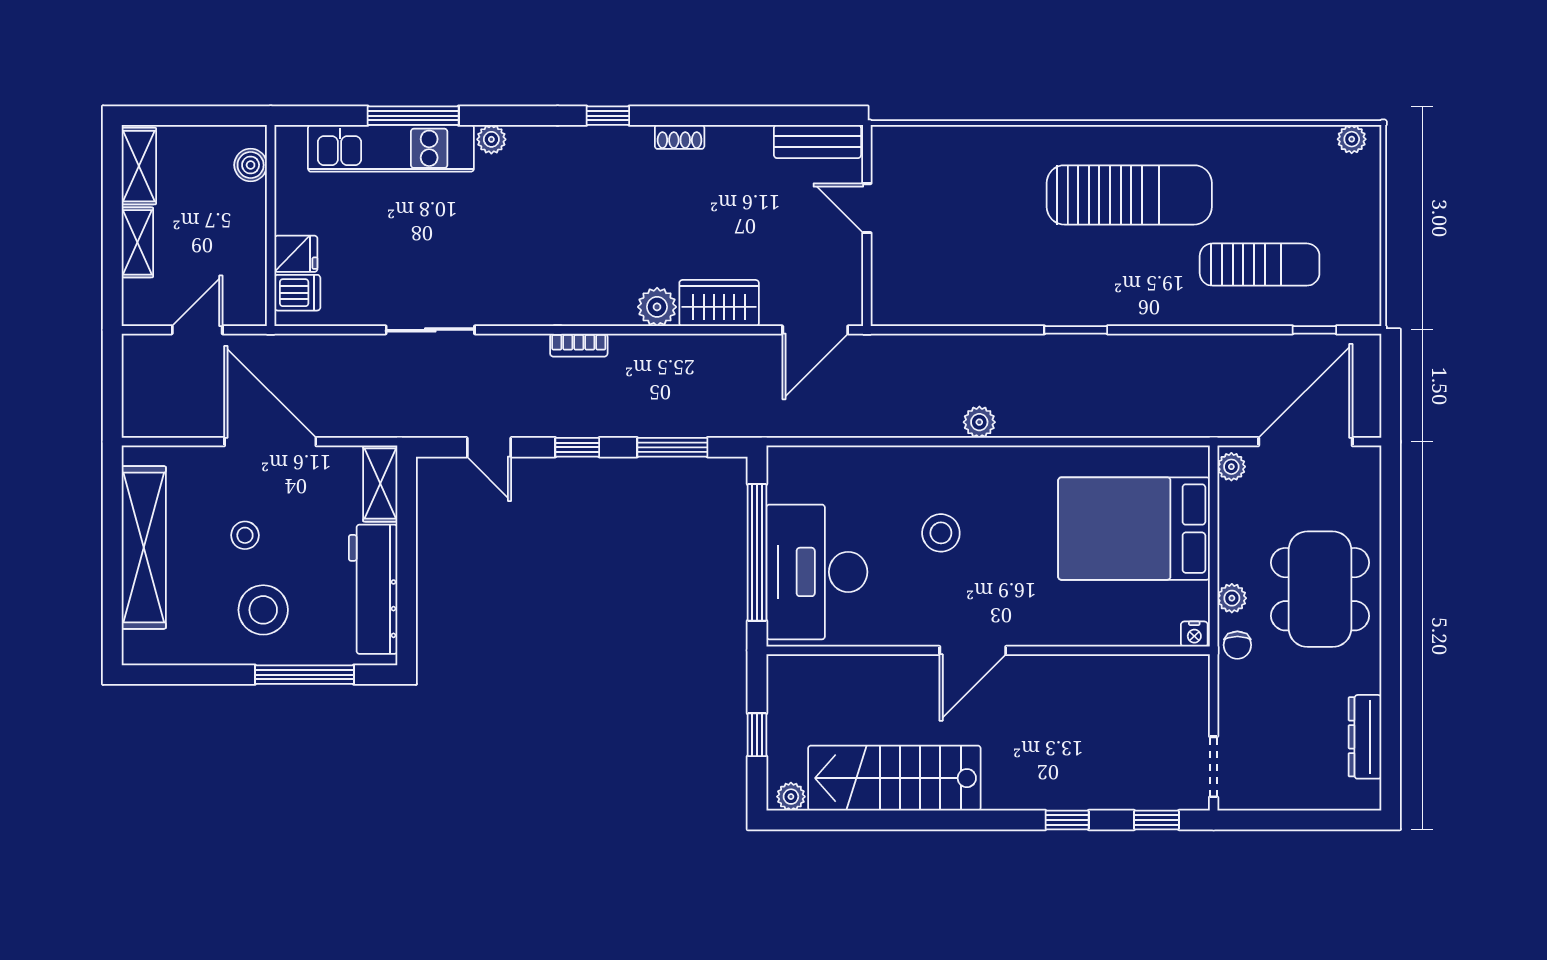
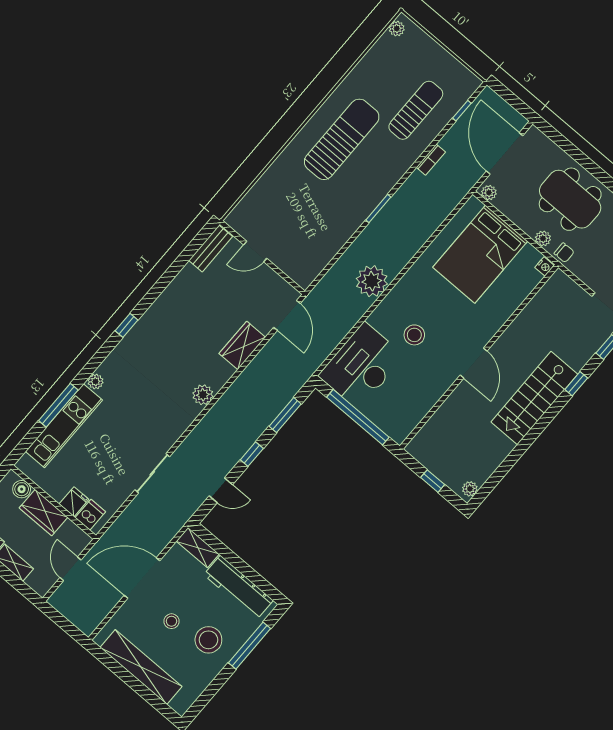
shoe rack: (680, 137) -> (160, 303), removed
wardrobe: (244, 224) -> (43, 513), added
plant: (657, 307) -> (203, 395), moved
bookcase: (579, 345) -> (431, 160), moved
plant: (979, 422) -> (372, 281), width x1.87, depth x1.87
desk: (817, 572) -> (362, 366), moved, turned 90
stairs: (894, 778) -> (534, 398), moved

